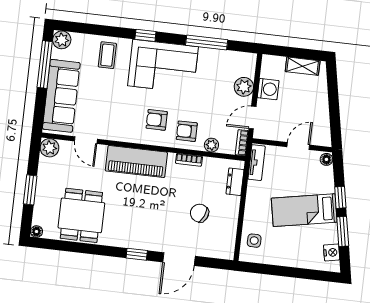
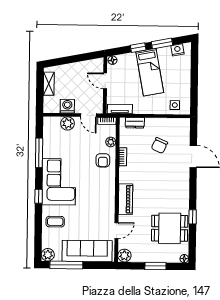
armchair: (157, 120) -> (97, 182), removed
piano: (136, 162) -> (125, 199), width x0.73, depth x0.75
window: (137, 254) -> (193, 217), moved

